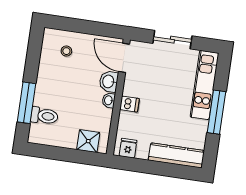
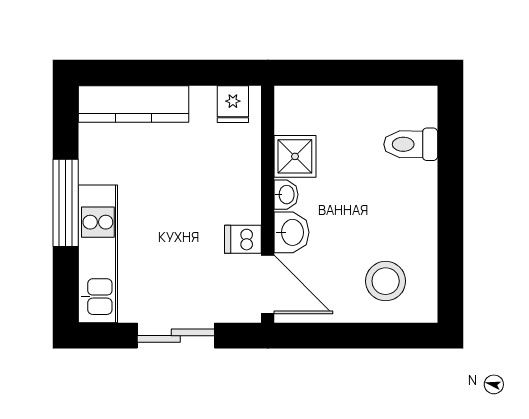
stool: (66, 51) -> (386, 281), width x1.89, depth x1.89
window: (27, 103) -> (450, 165), removed
dishwasher: (129, 104) -> (243, 239), moved
shower: (88, 141) -> (295, 156), moved

